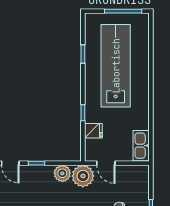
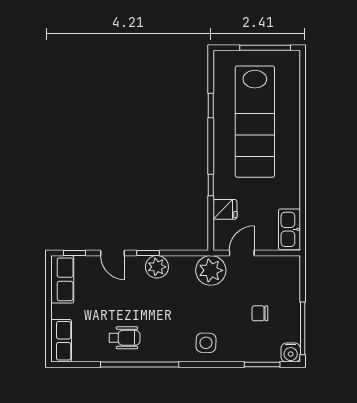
lab bench: (116, 66) -> (255, 122), turned 180
door: (106, 163) -> (242, 253), swing flipped
plant: (62, 173) -> (157, 267), moved

